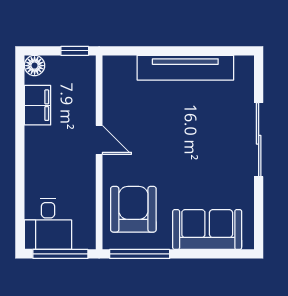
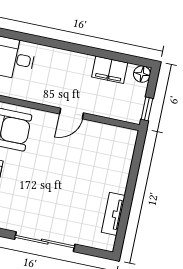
tv unit: (185, 68) -> (113, 214), width x0.52, depth x0.78

